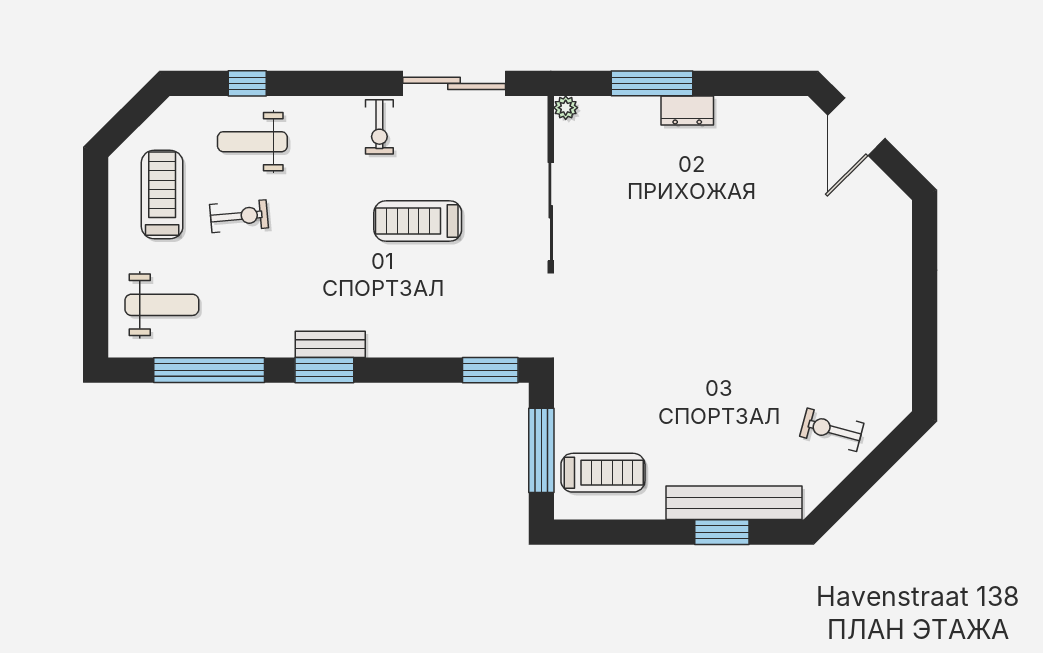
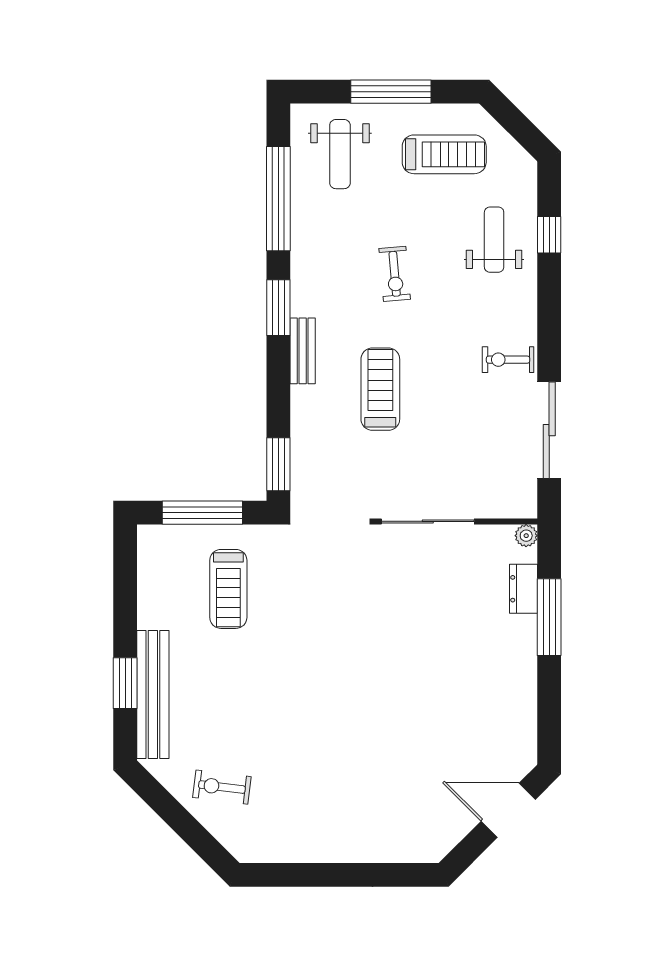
dresser: (687, 111) -> (524, 589), moved
exercise bike: (239, 216) -> (395, 274), moved
treadmill: (418, 221) -> (380, 389), moved
window: (96, 251) -> (391, 92), added
bench: (330, 344) -> (303, 351), moved
exercise bike: (832, 430) -> (222, 787), turned -98
treadmill: (603, 473) -> (228, 589), moved

